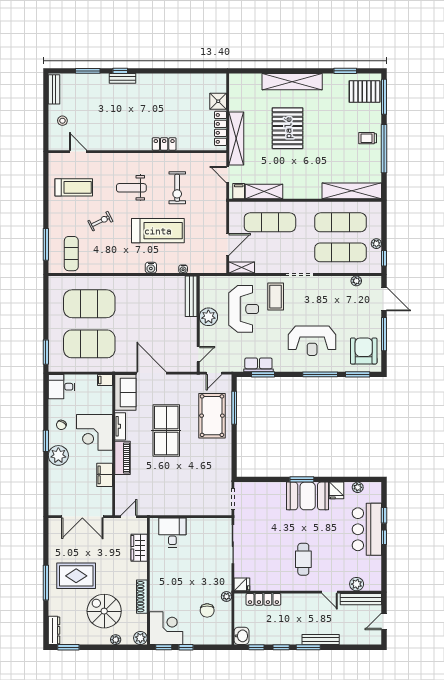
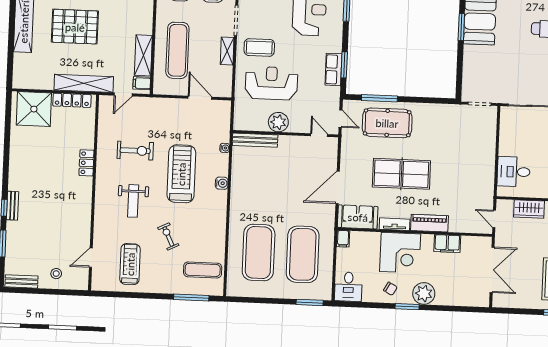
shower: (218, 101) -> (34, 109), width x1.86, depth x1.86
shelving: (242, 268) -> (227, 51), moved

